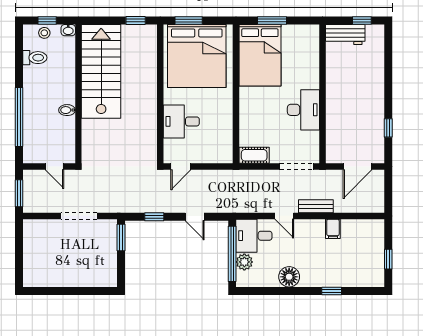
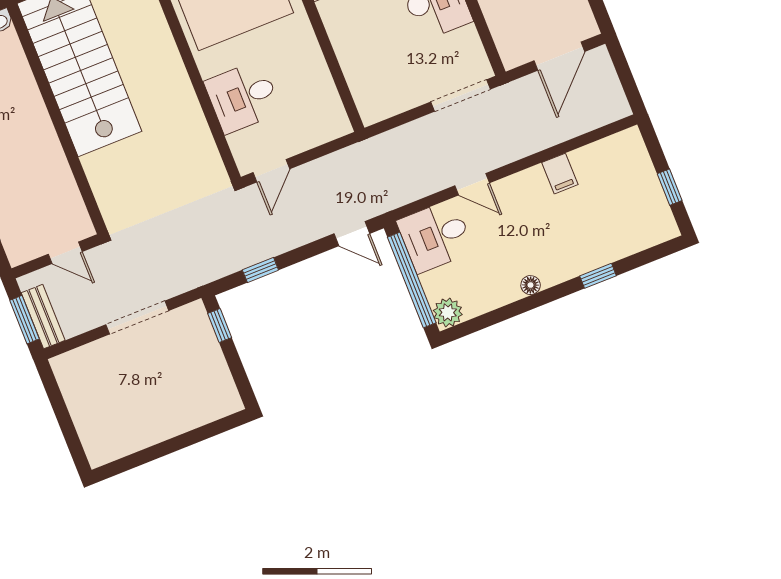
bidet: (67, 110) -> (49, 152), removed
cot: (254, 155) -> (384, 105), removed
bench: (316, 206) -> (43, 317), moved, turned 90
door: (195, 217) -> (352, 234), moved
window: (121, 238) -> (220, 325), width x0.67
plant: (244, 262) -> (448, 312), moved
floor lamp: (289, 277) -> (531, 285), width x0.53, depth x0.53

